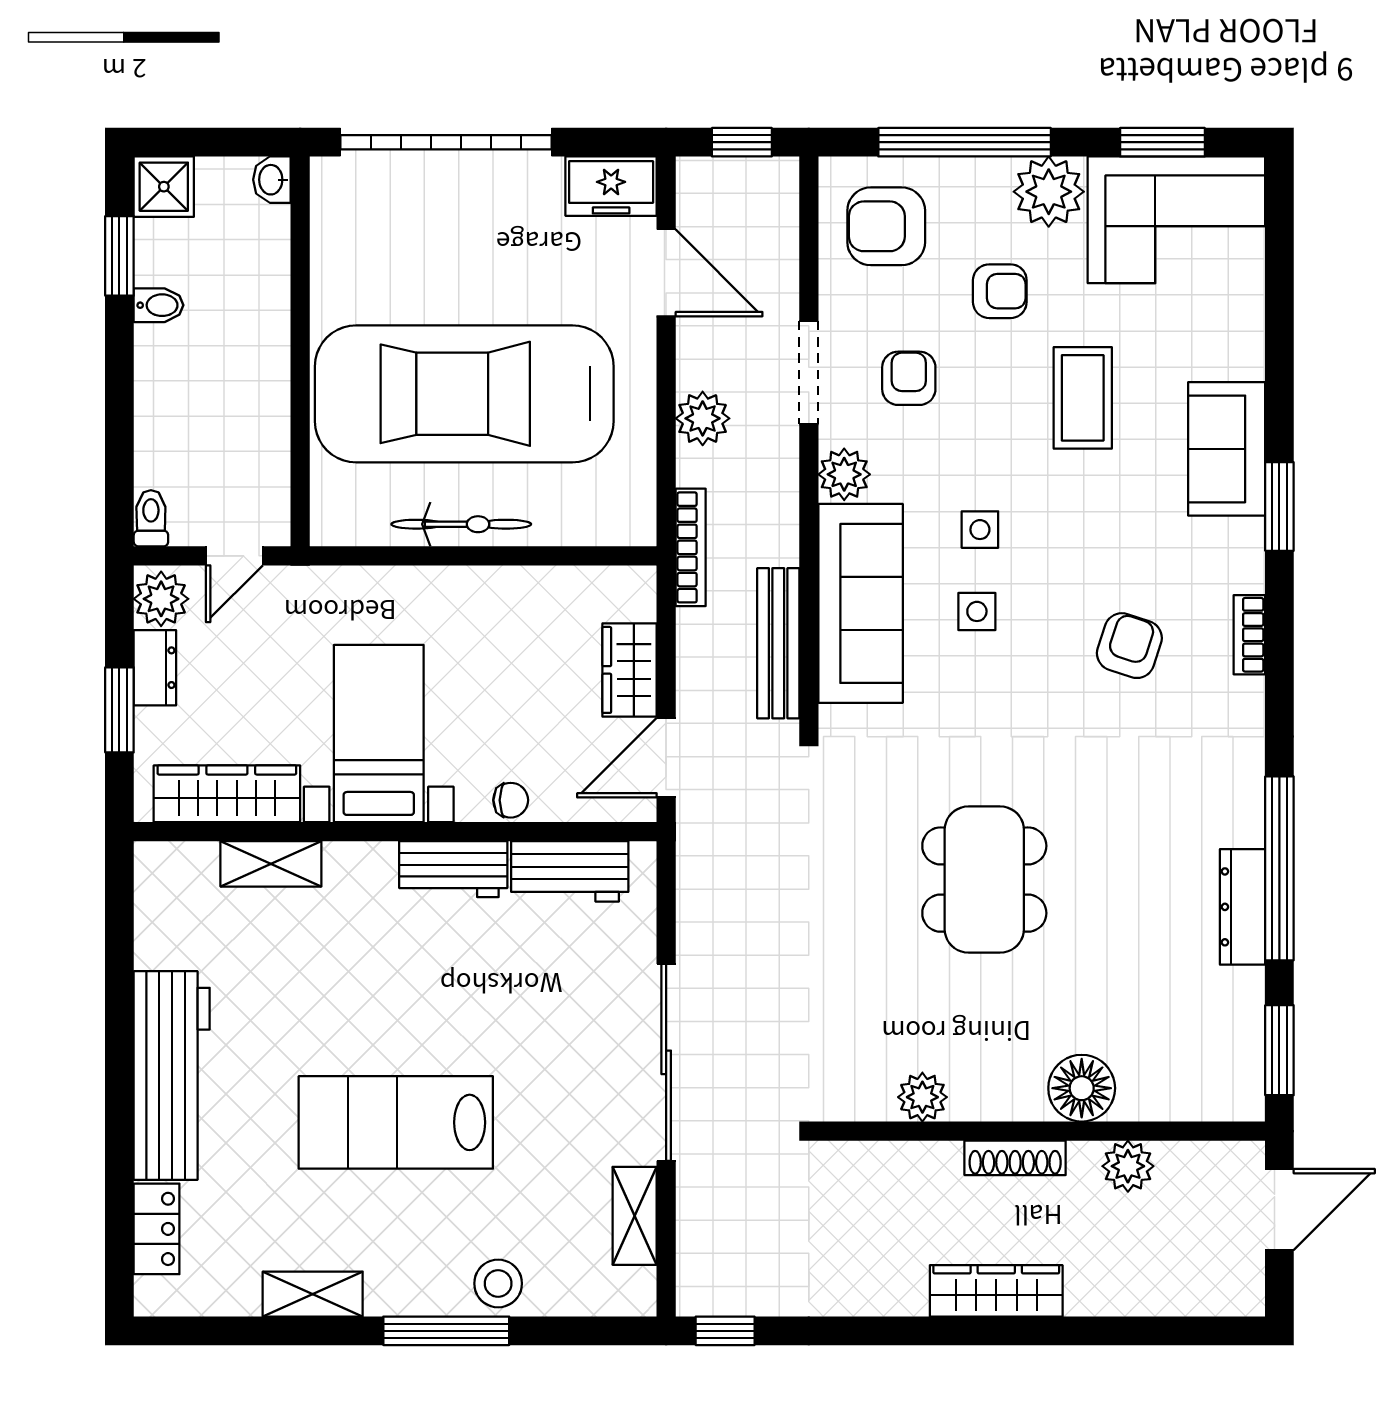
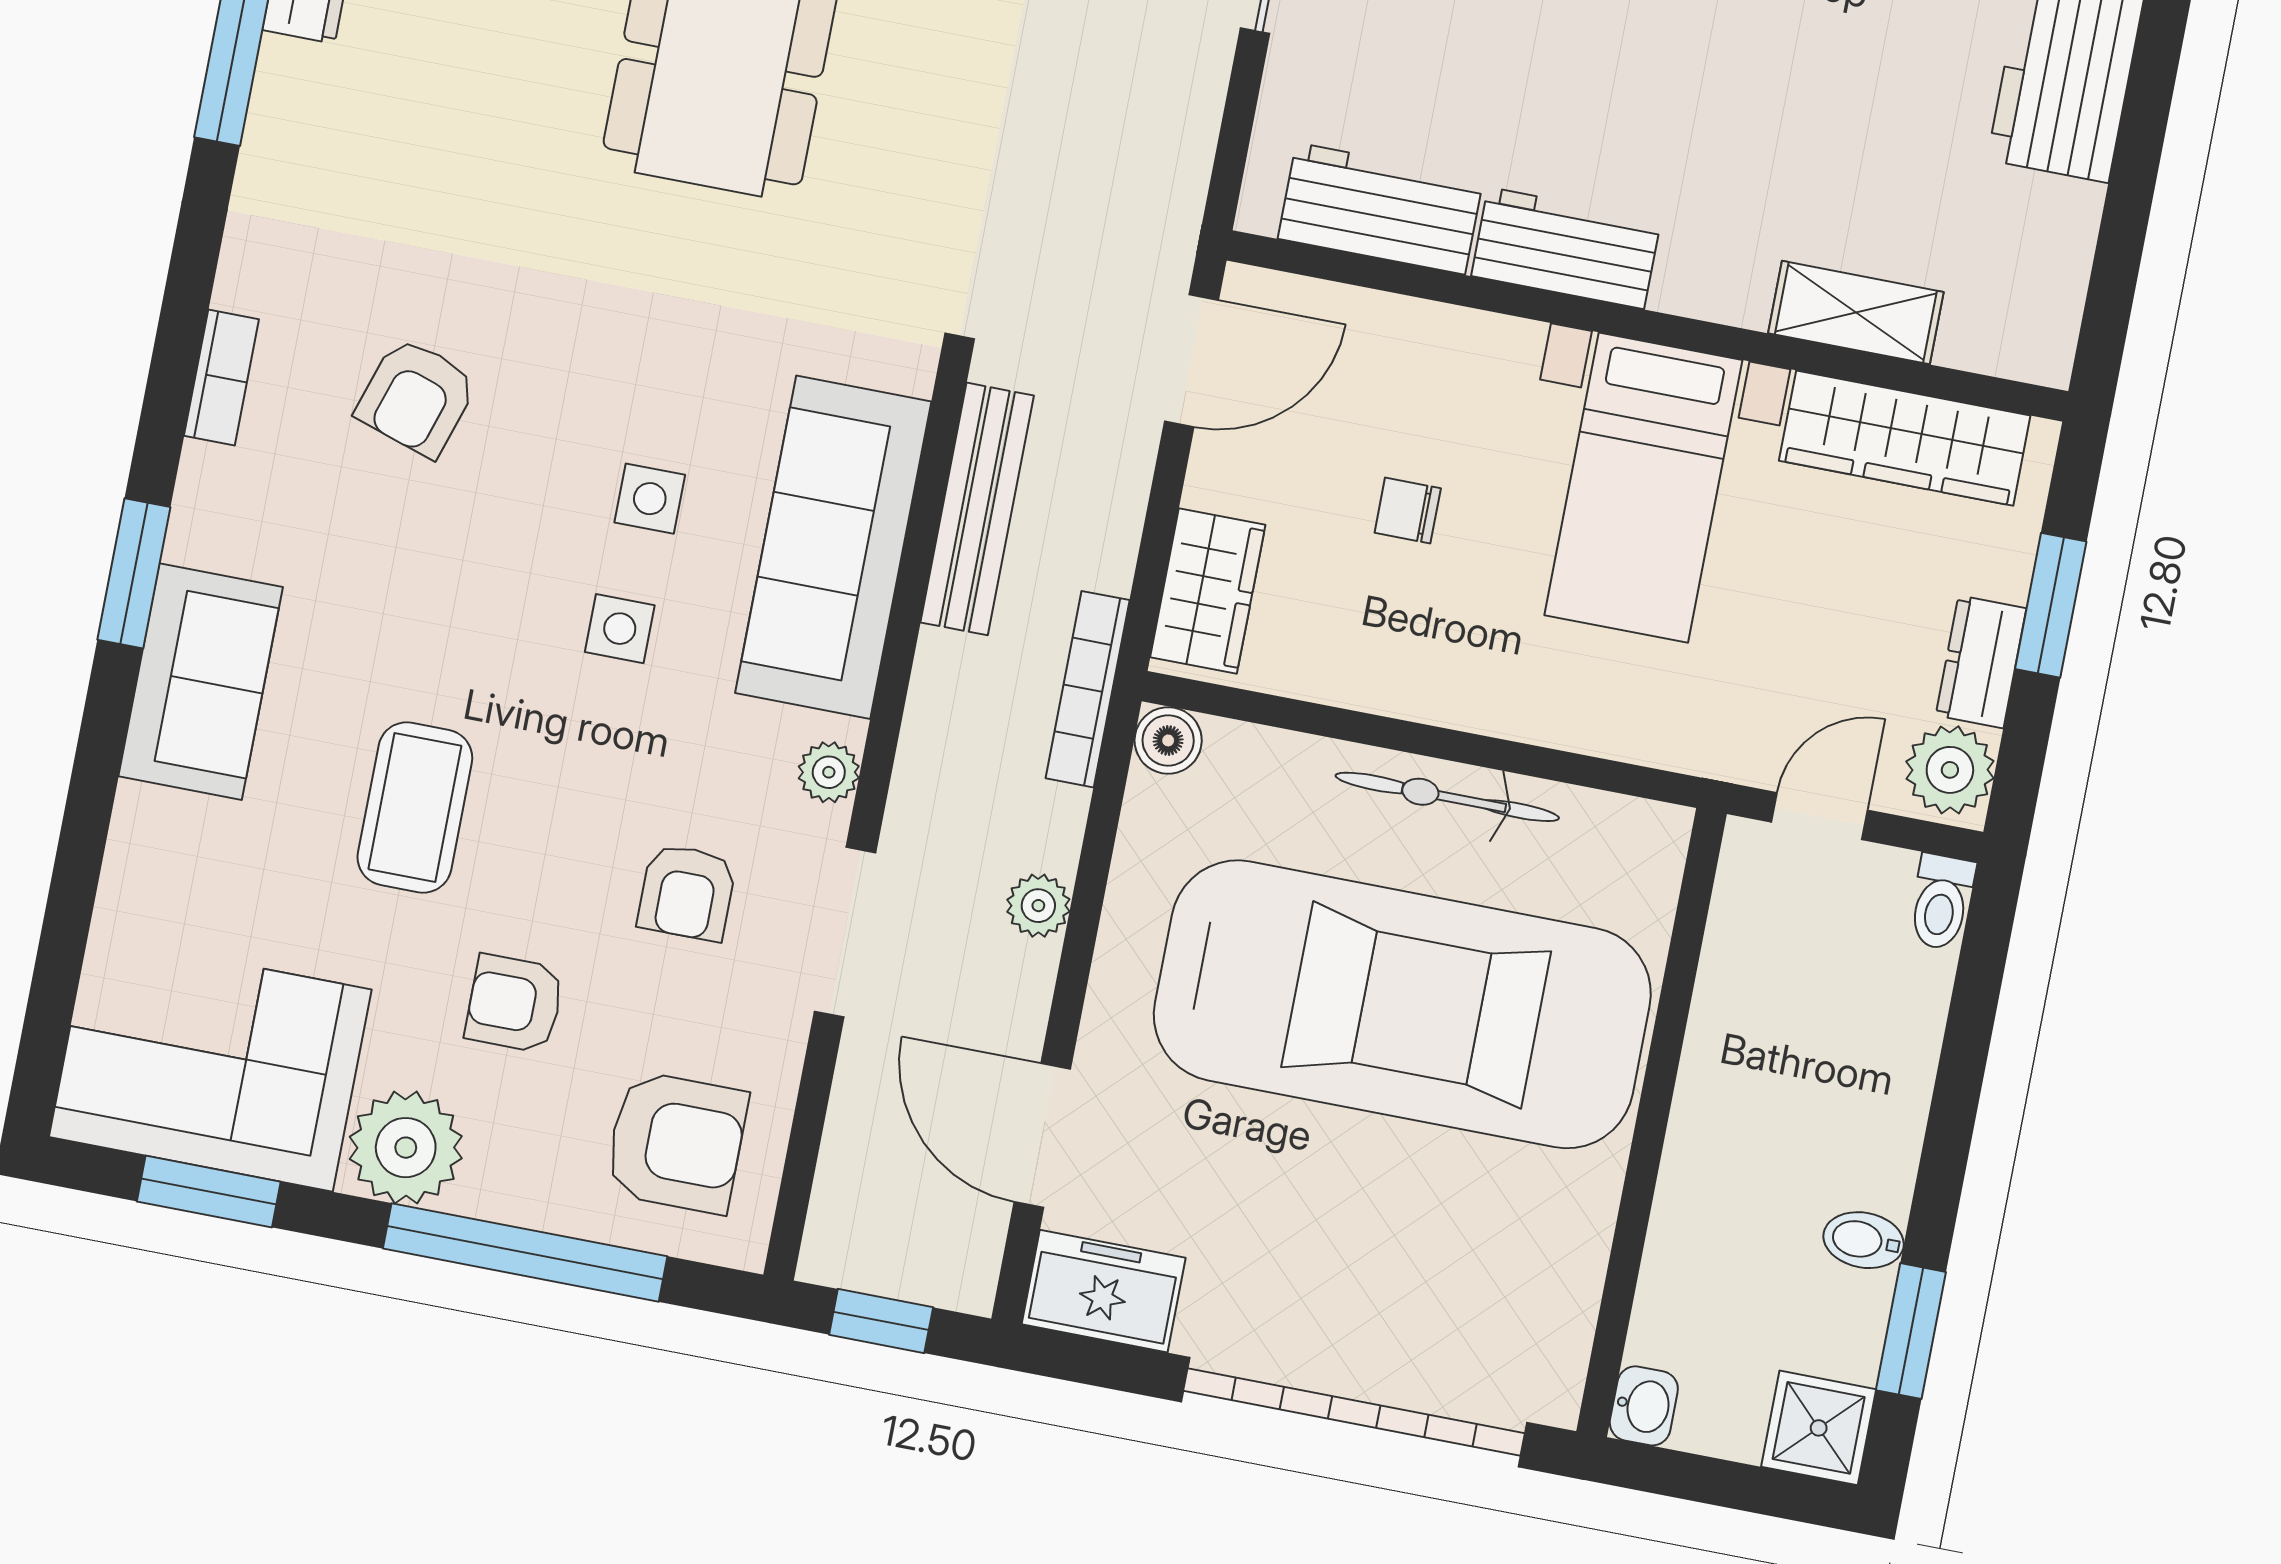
plant: (703, 418) -> (1038, 906), width x0.73, depth x0.73
plant: (844, 474) -> (829, 772), width x0.73, depth x0.73
boiler: (636, 526) -> (1168, 740), added
wardrobe: (630, 670) -> (1208, 591), moved
chair: (511, 800) -> (1408, 511), moved

